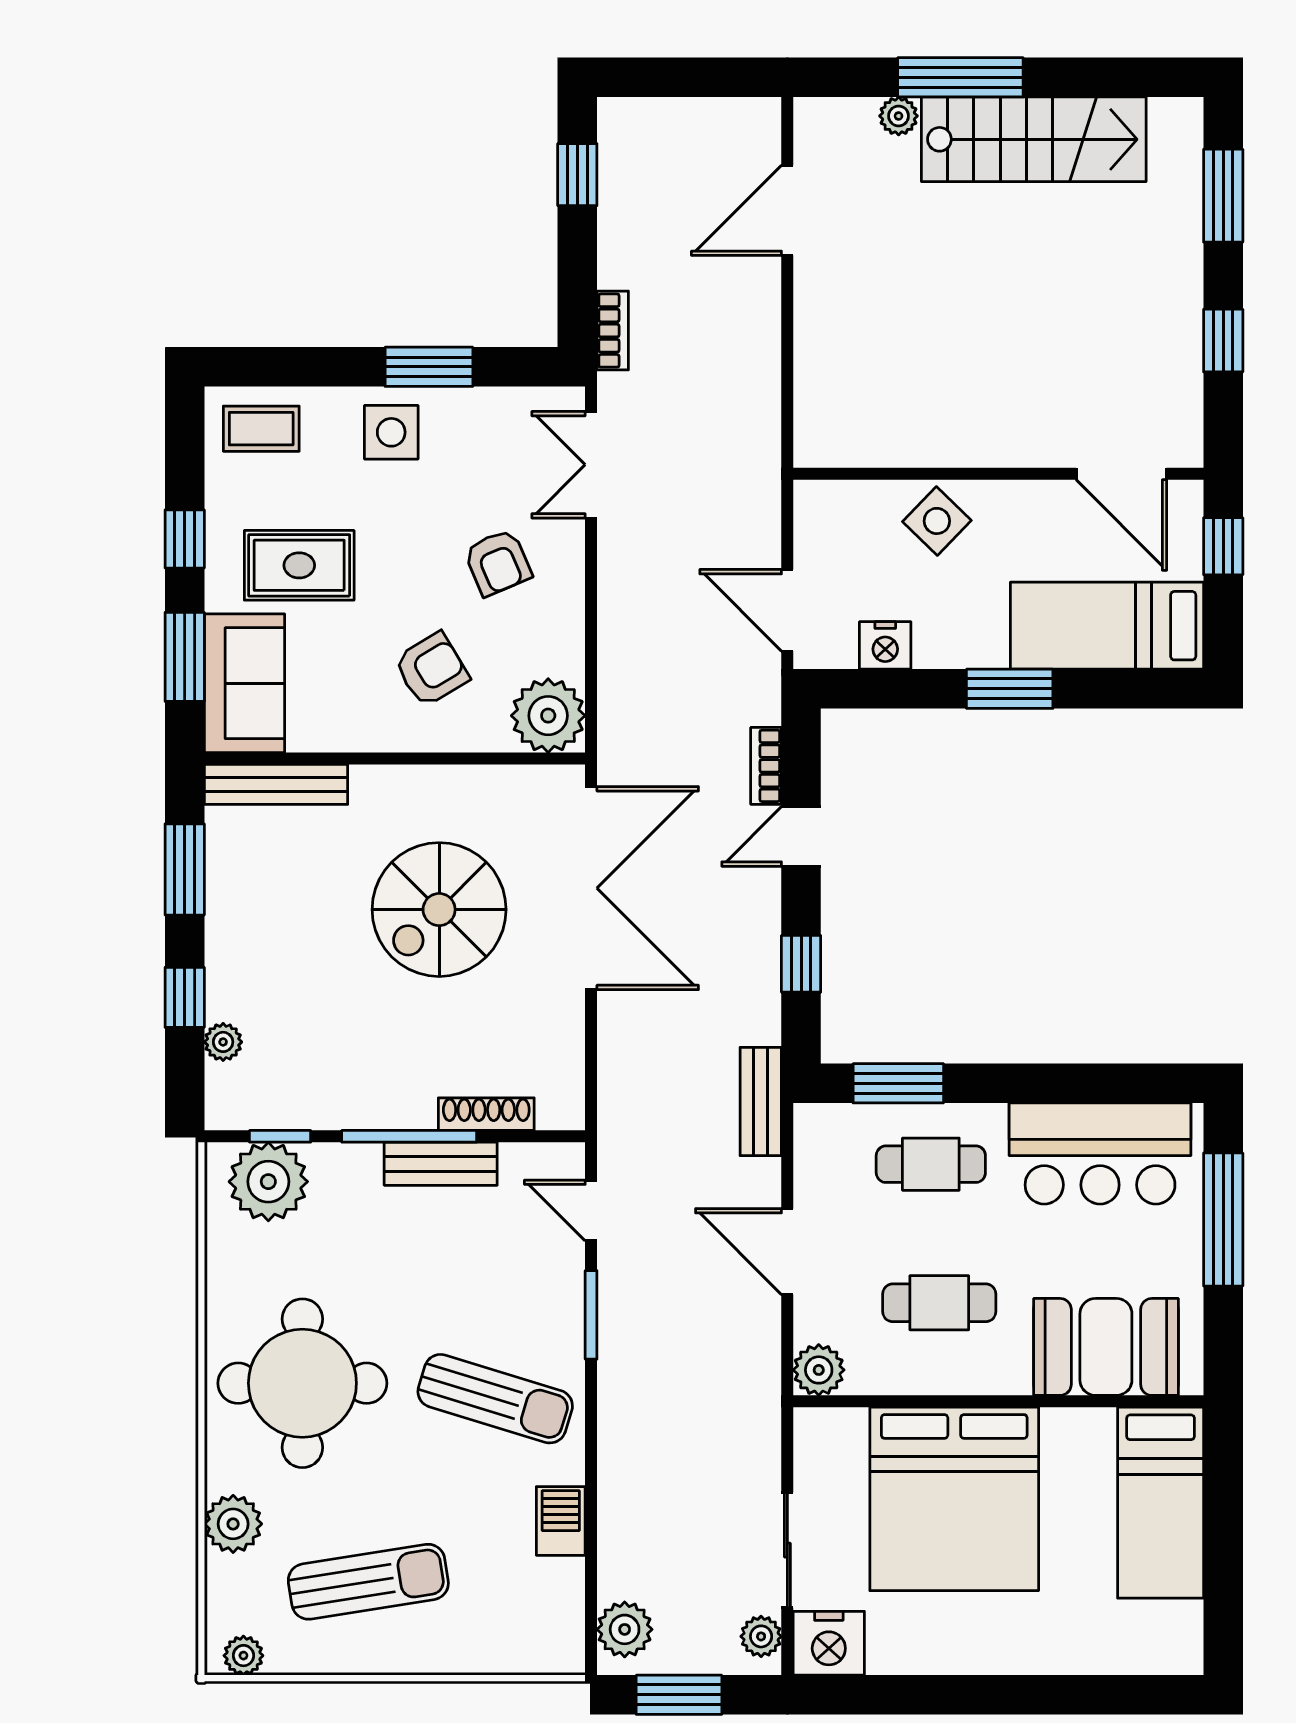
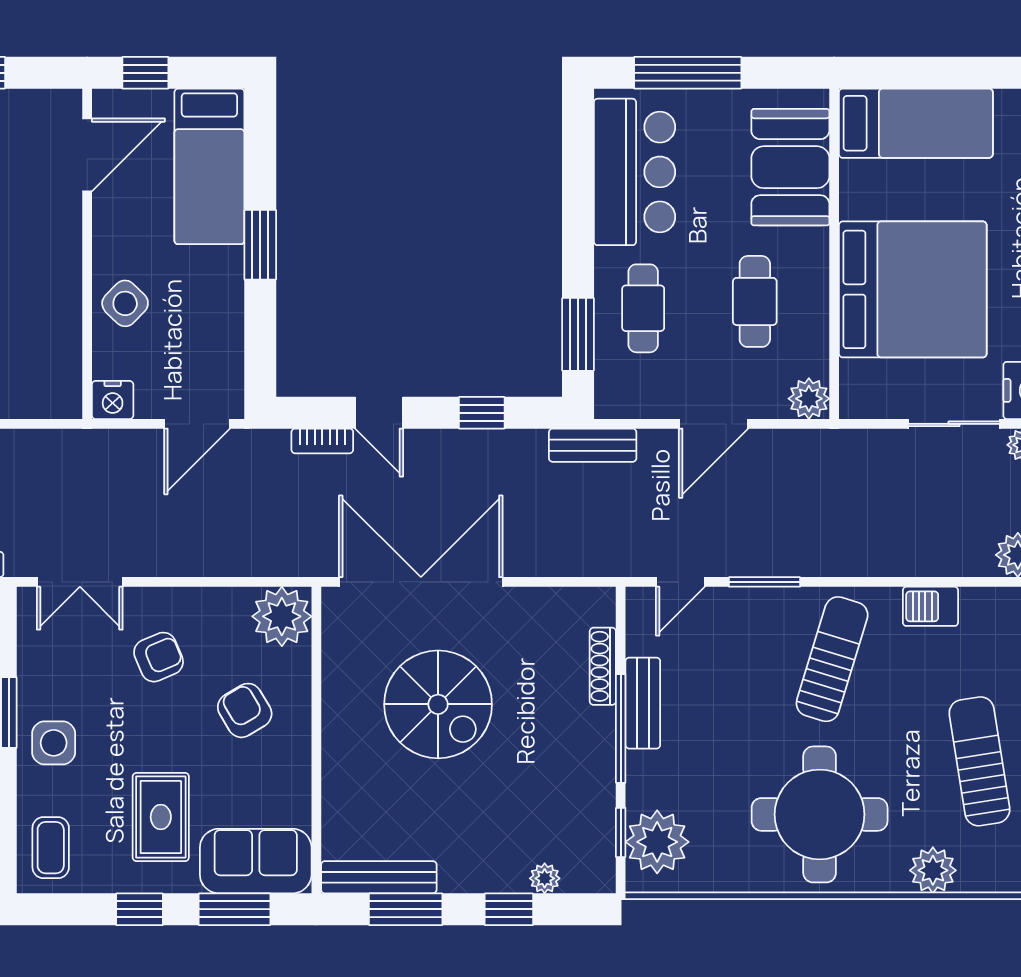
nightstand: (885, 645) -> (113, 400), moved, turned 90
bench: (276, 784) -> (379, 877), moved, turned 90

